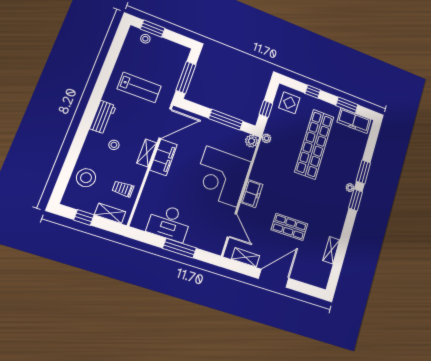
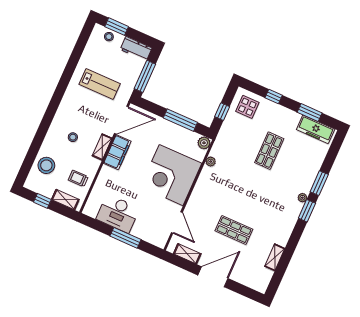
workbench: (103, 117) -> (136, 49), moved, turned 90
plant: (266, 138) -> (211, 162), moved
shop shelf: (314, 144) -> (269, 151), width x0.50, depth x0.74
freezer: (252, 193) -> (199, 194), removed

